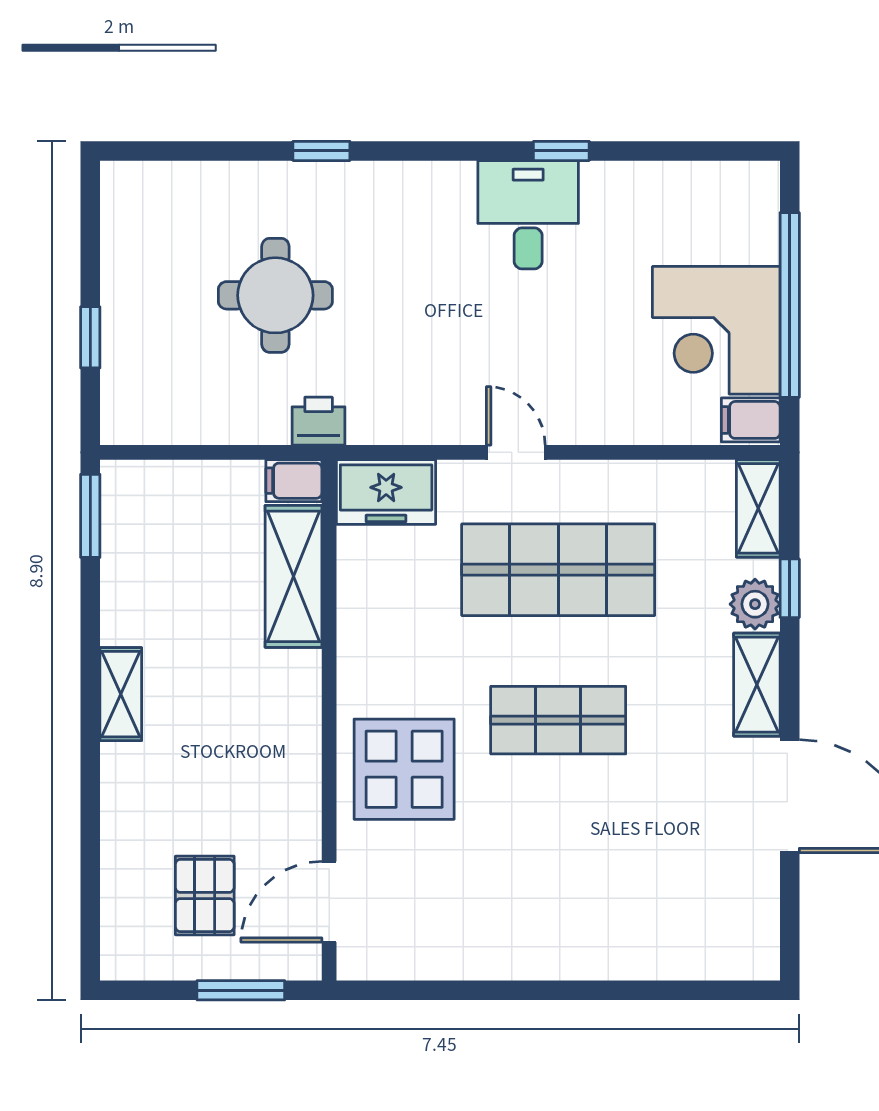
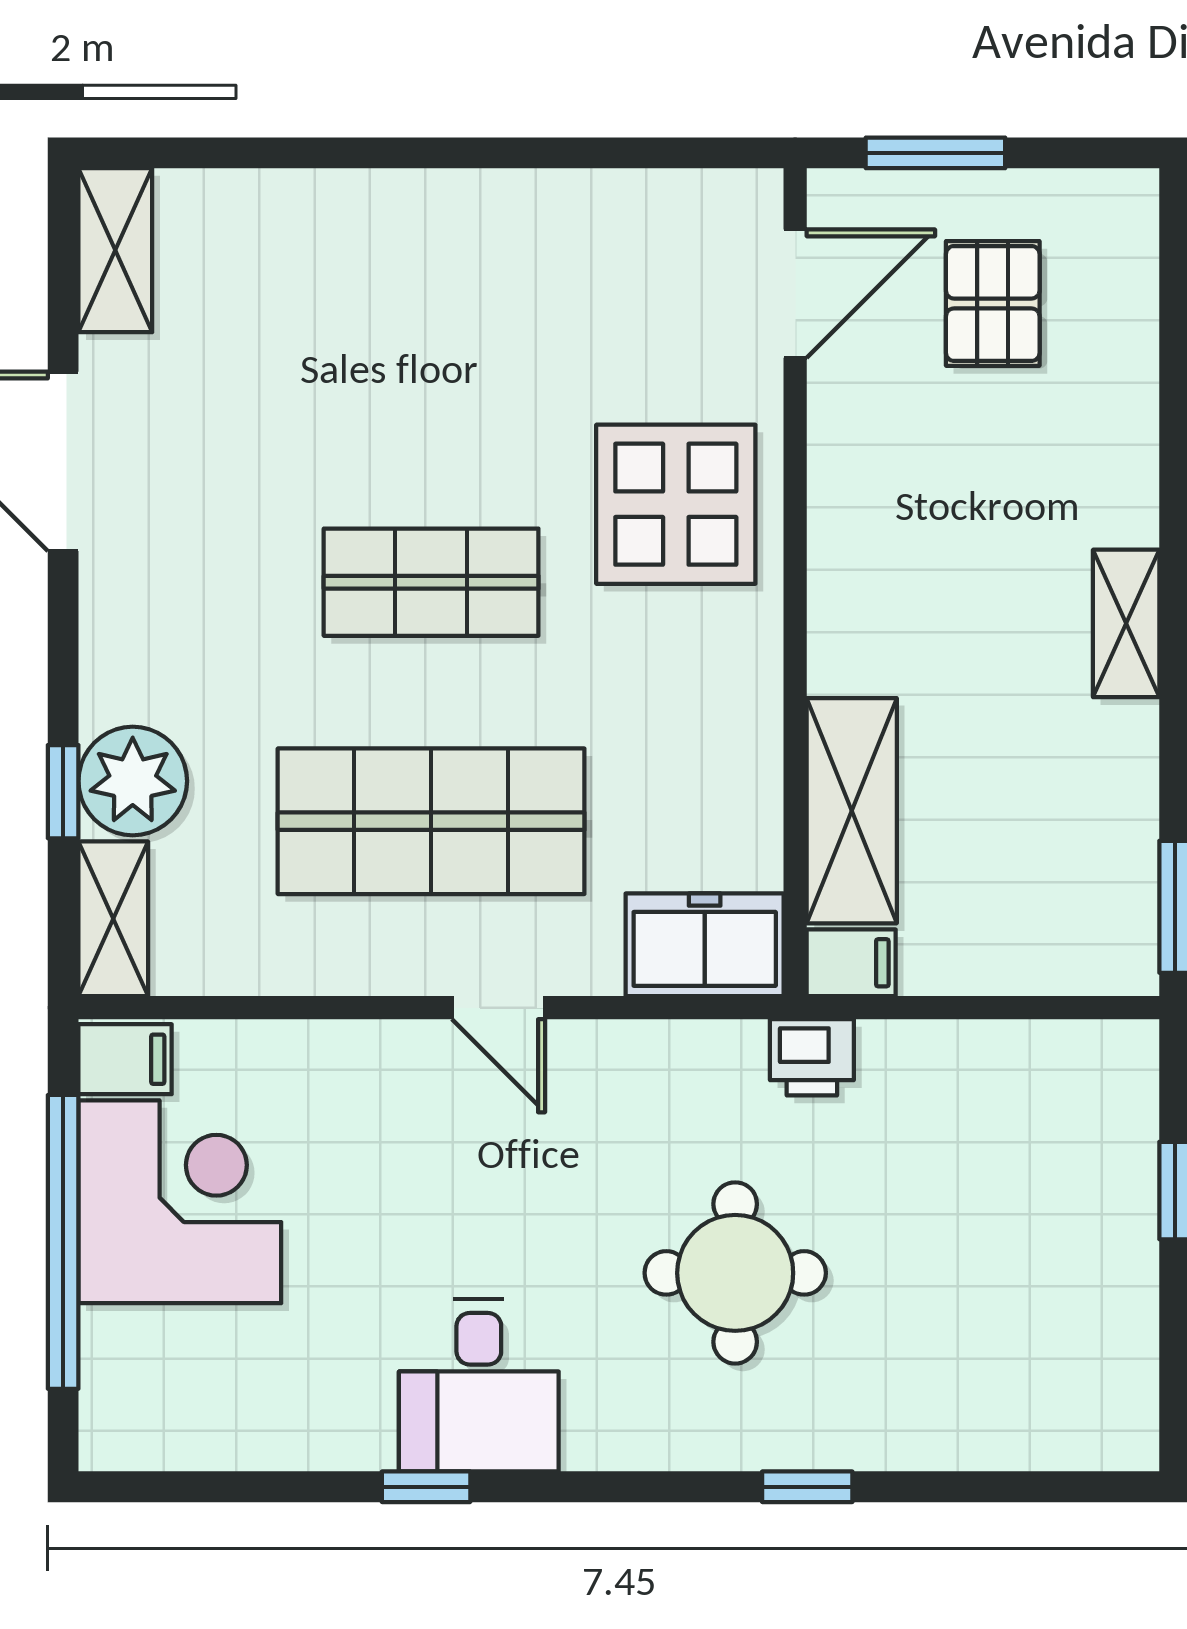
round table: (275, 295) -> (735, 1273), moved
plant: (755, 604) -> (133, 781), width x1.36, depth x1.36
shelving: (757, 685) -> (115, 250), moved

